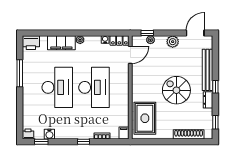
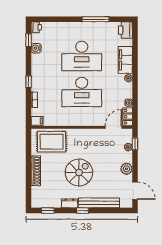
door: (130, 55) -> (114, 127), swing flipped
shoe rack: (189, 134) -> (36, 171), moved

